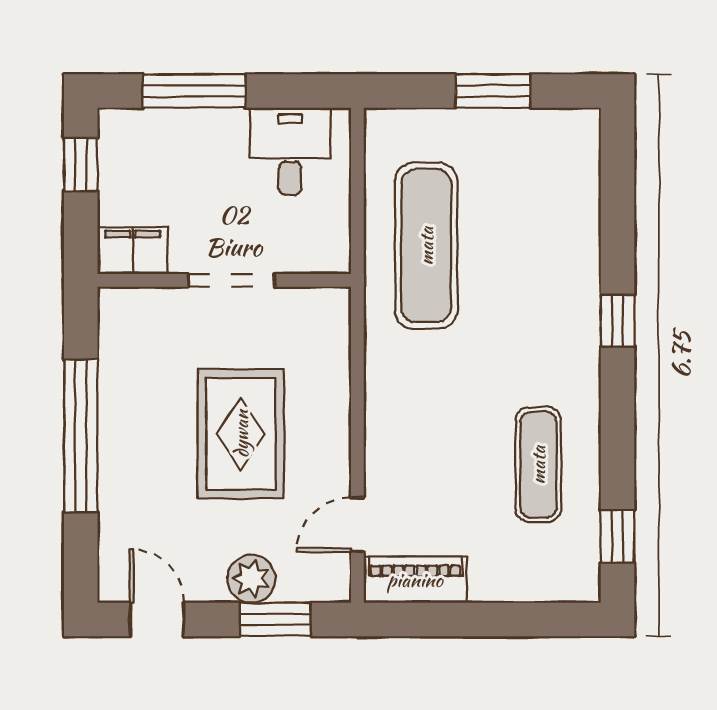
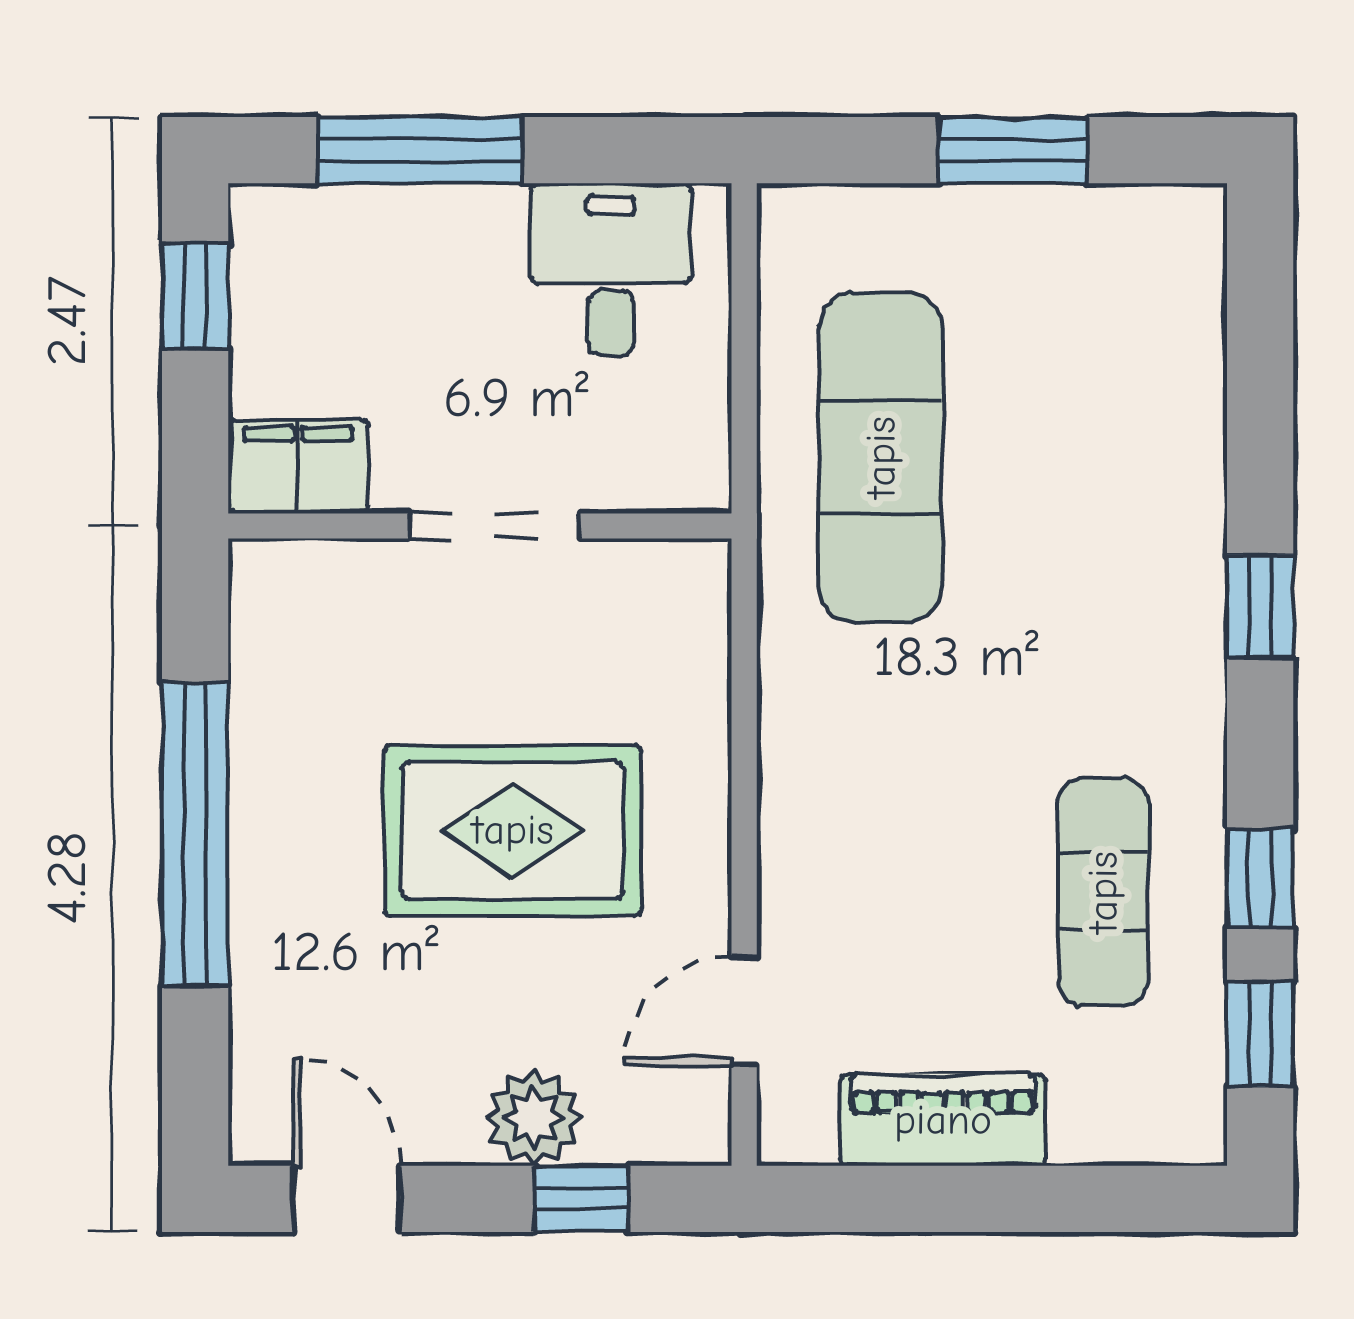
rug: (241, 434) -> (513, 830), turned 90
window: (617, 458) -> (1260, 878), added
piano: (415, 580) -> (943, 1120), moved
window: (275, 619) -> (581, 1199), width x0.67

